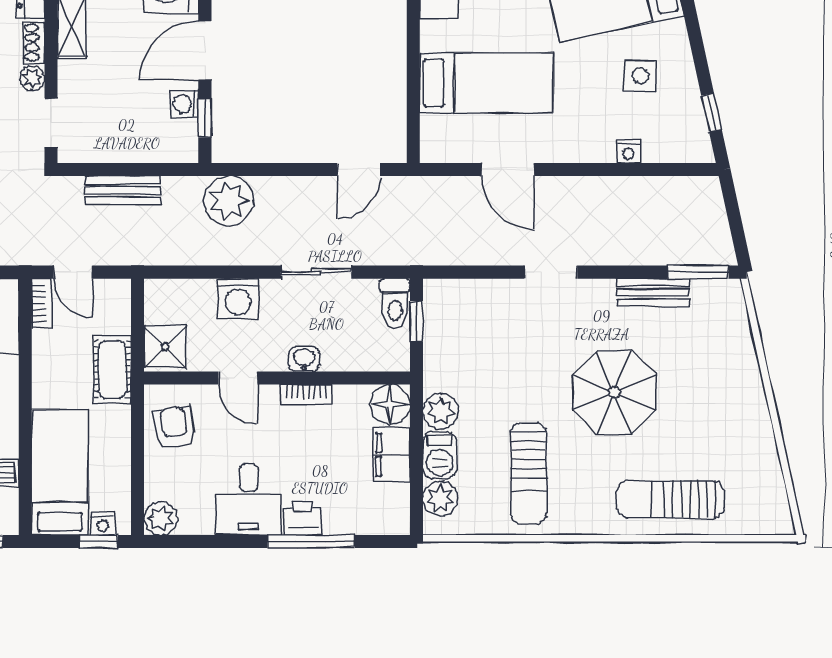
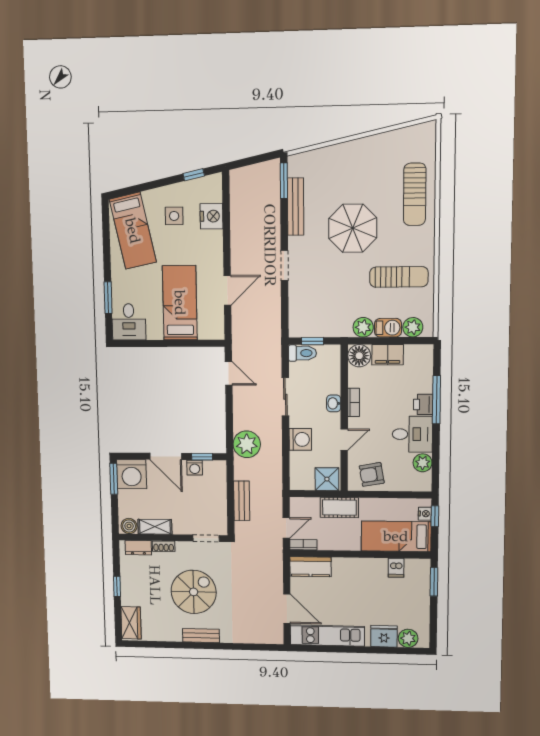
plant: (32, 78) -> (183, 548), removed
nightstand: (628, 152) -> (211, 216), width x1.89, depth x1.79
bench: (653, 292) -> (296, 207), width x1.36
plant: (161, 518) -> (423, 463), moved

